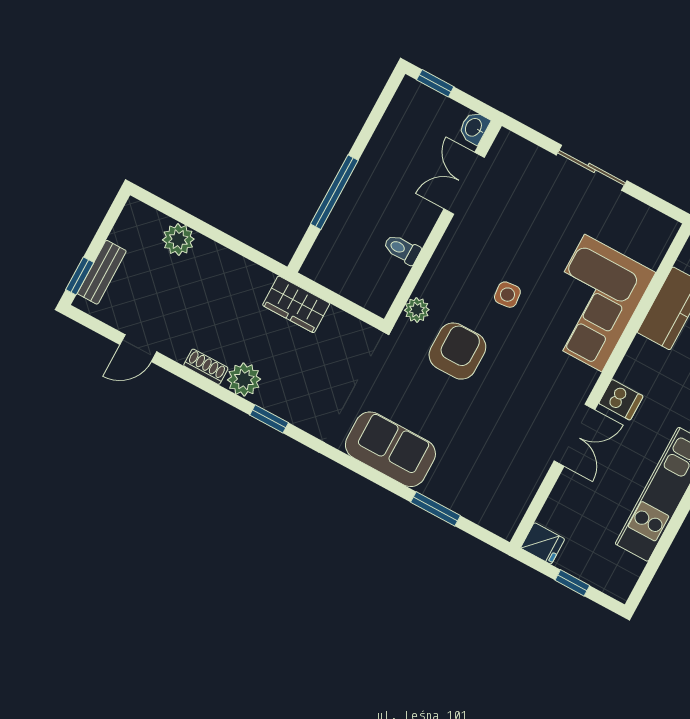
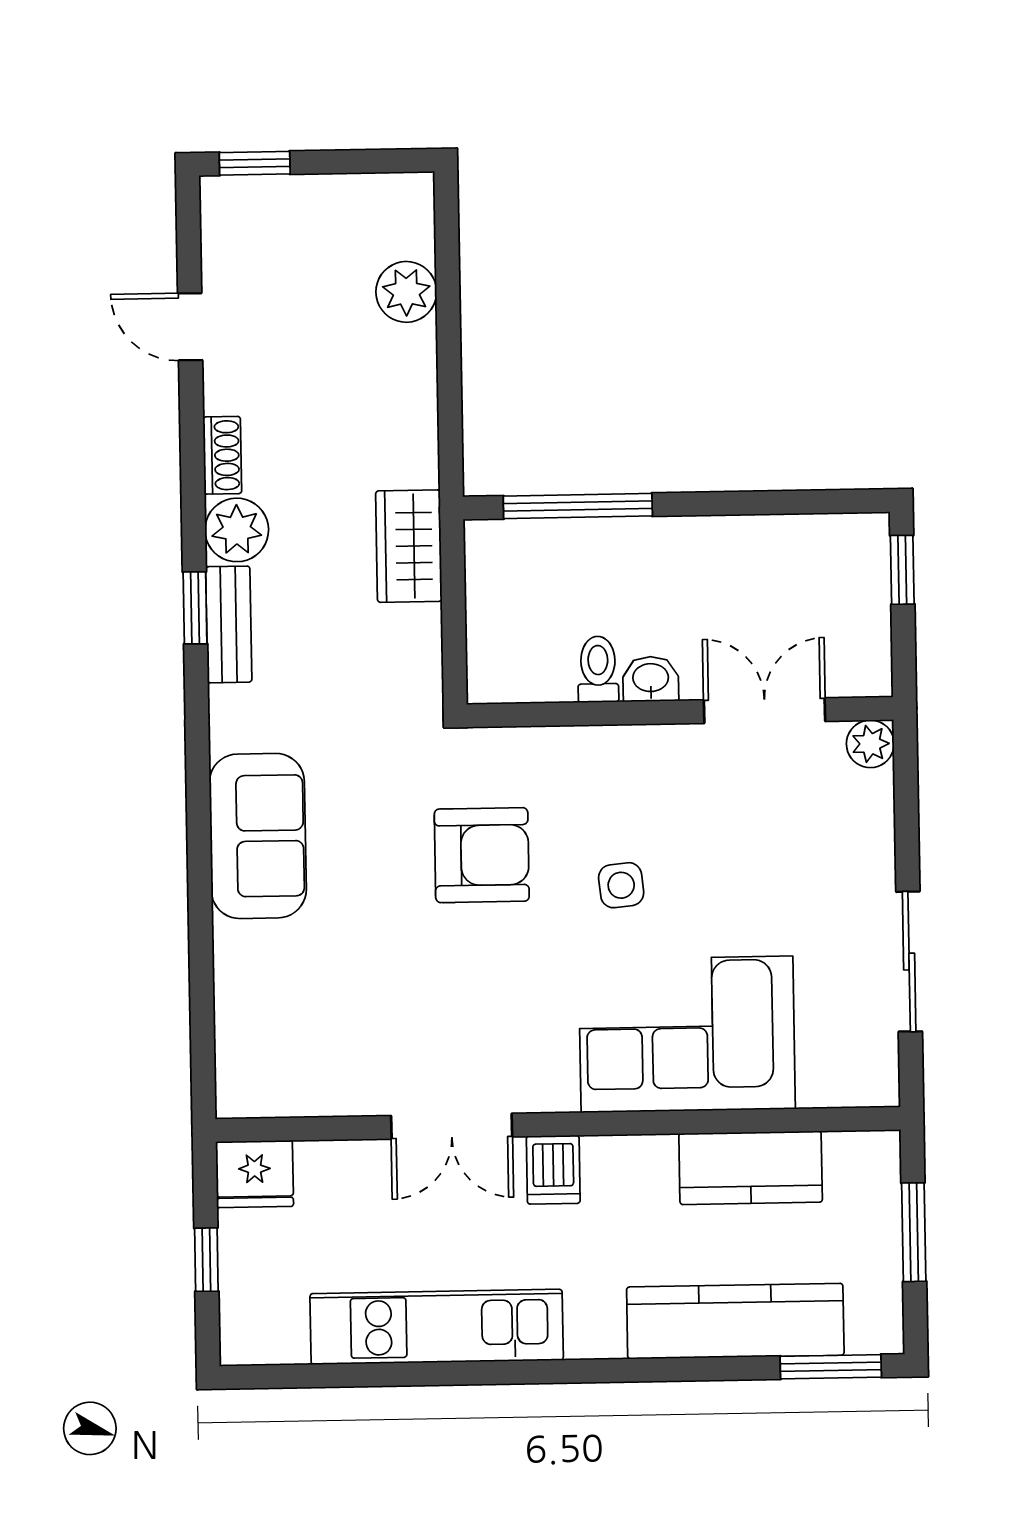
washbasin: (474, 128) -> (651, 679), moved
sliding door: (592, 168) -> (909, 962), moved
window: (334, 192) -> (578, 506), moved
bench: (102, 272) -> (229, 624), moved, turned 90
plant: (417, 310) -> (870, 744), moved
window: (436, 509) -> (201, 966), removed
fridge: (543, 543) -> (255, 1174), width x1.38

